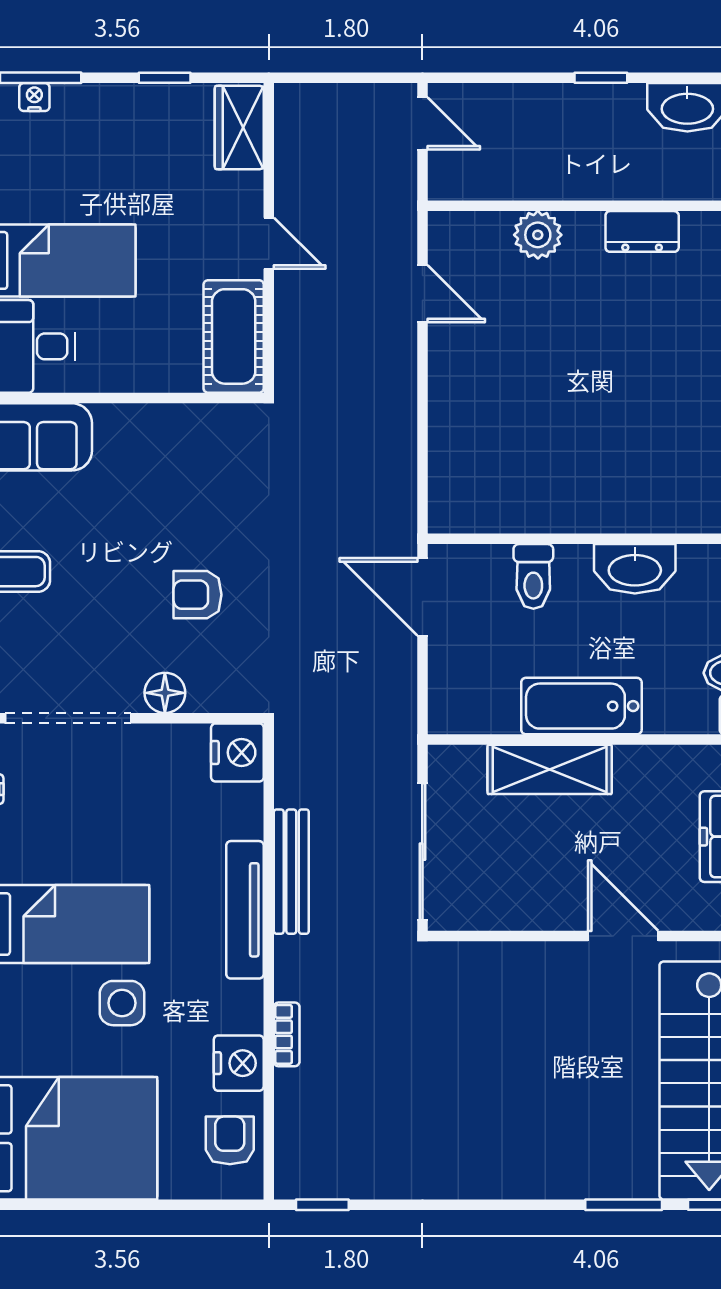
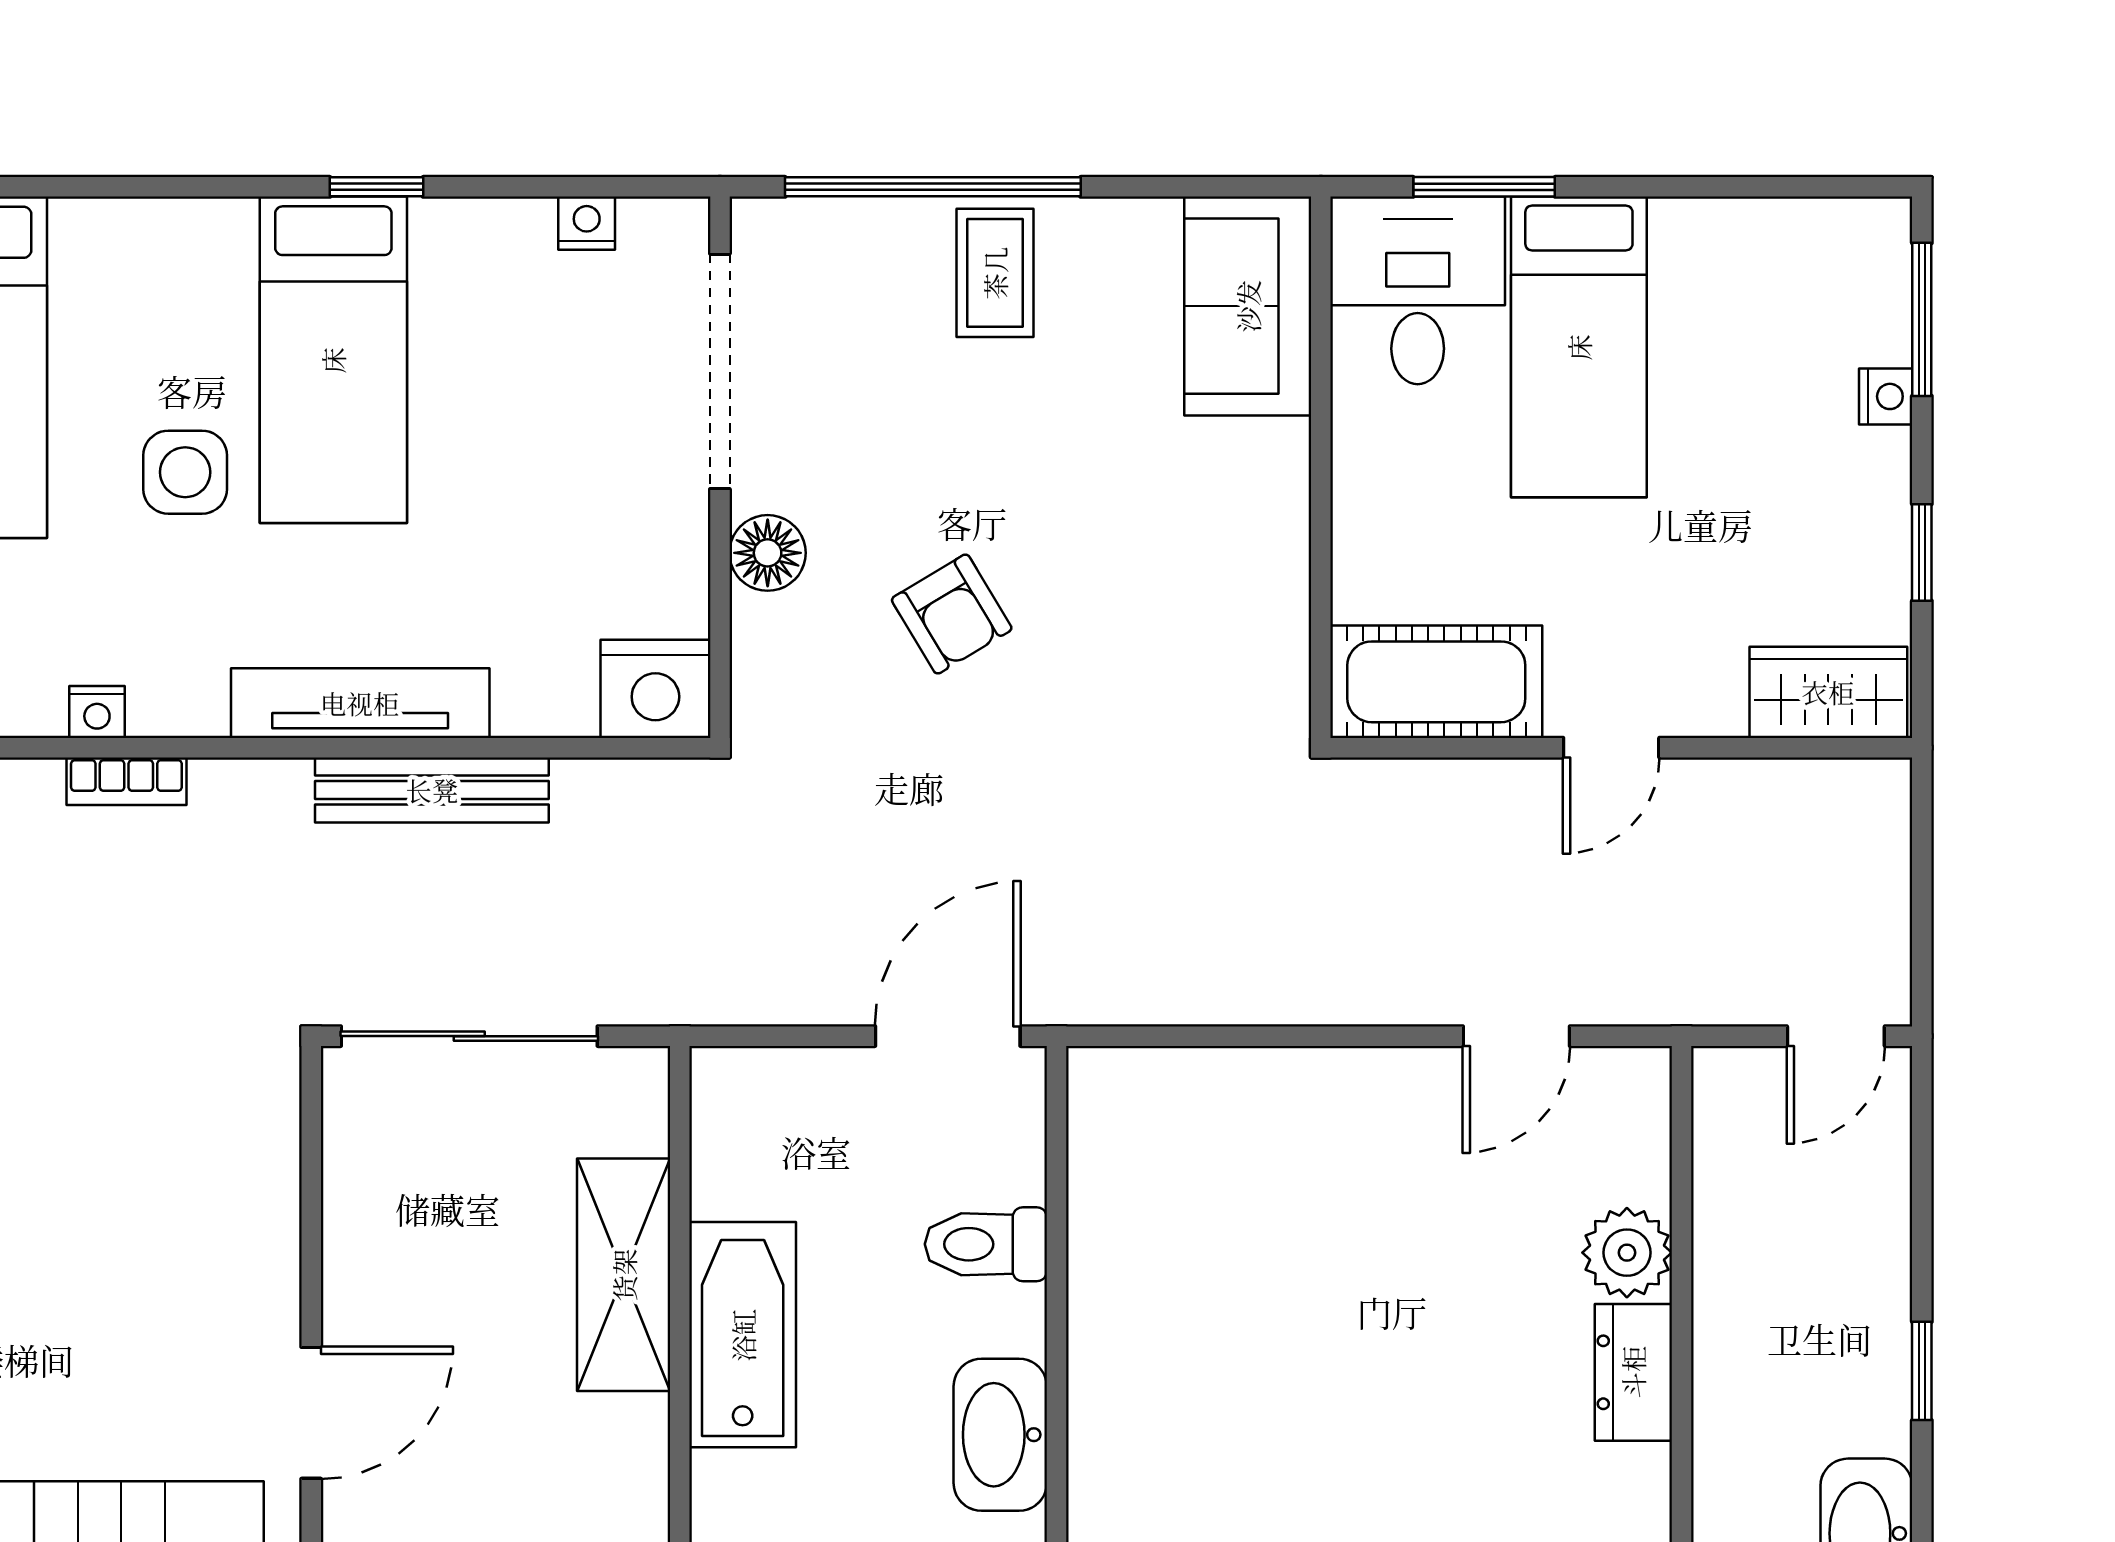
nightstand: (34, 97) -> (1886, 396), moved
dresser: (642, 231) -> (1633, 1372), moved
armchair: (198, 595) -> (952, 614), turned 149
nightstand: (239, 1063) -> (97, 712), width x0.53, depth x0.56

